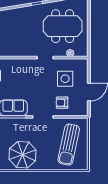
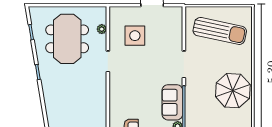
armchair: (62, 103) -> (166, 40), removed

